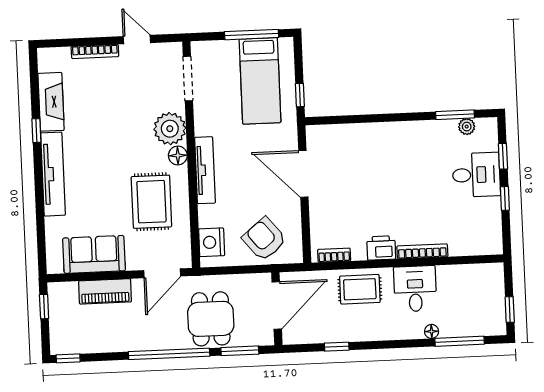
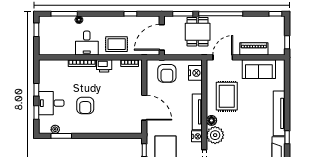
nightstand: (204, 125) -> (197, 136), added
armchair: (413, 173) -> (85, 106), added
armchair: (264, 239) -> (167, 73), turned 39

